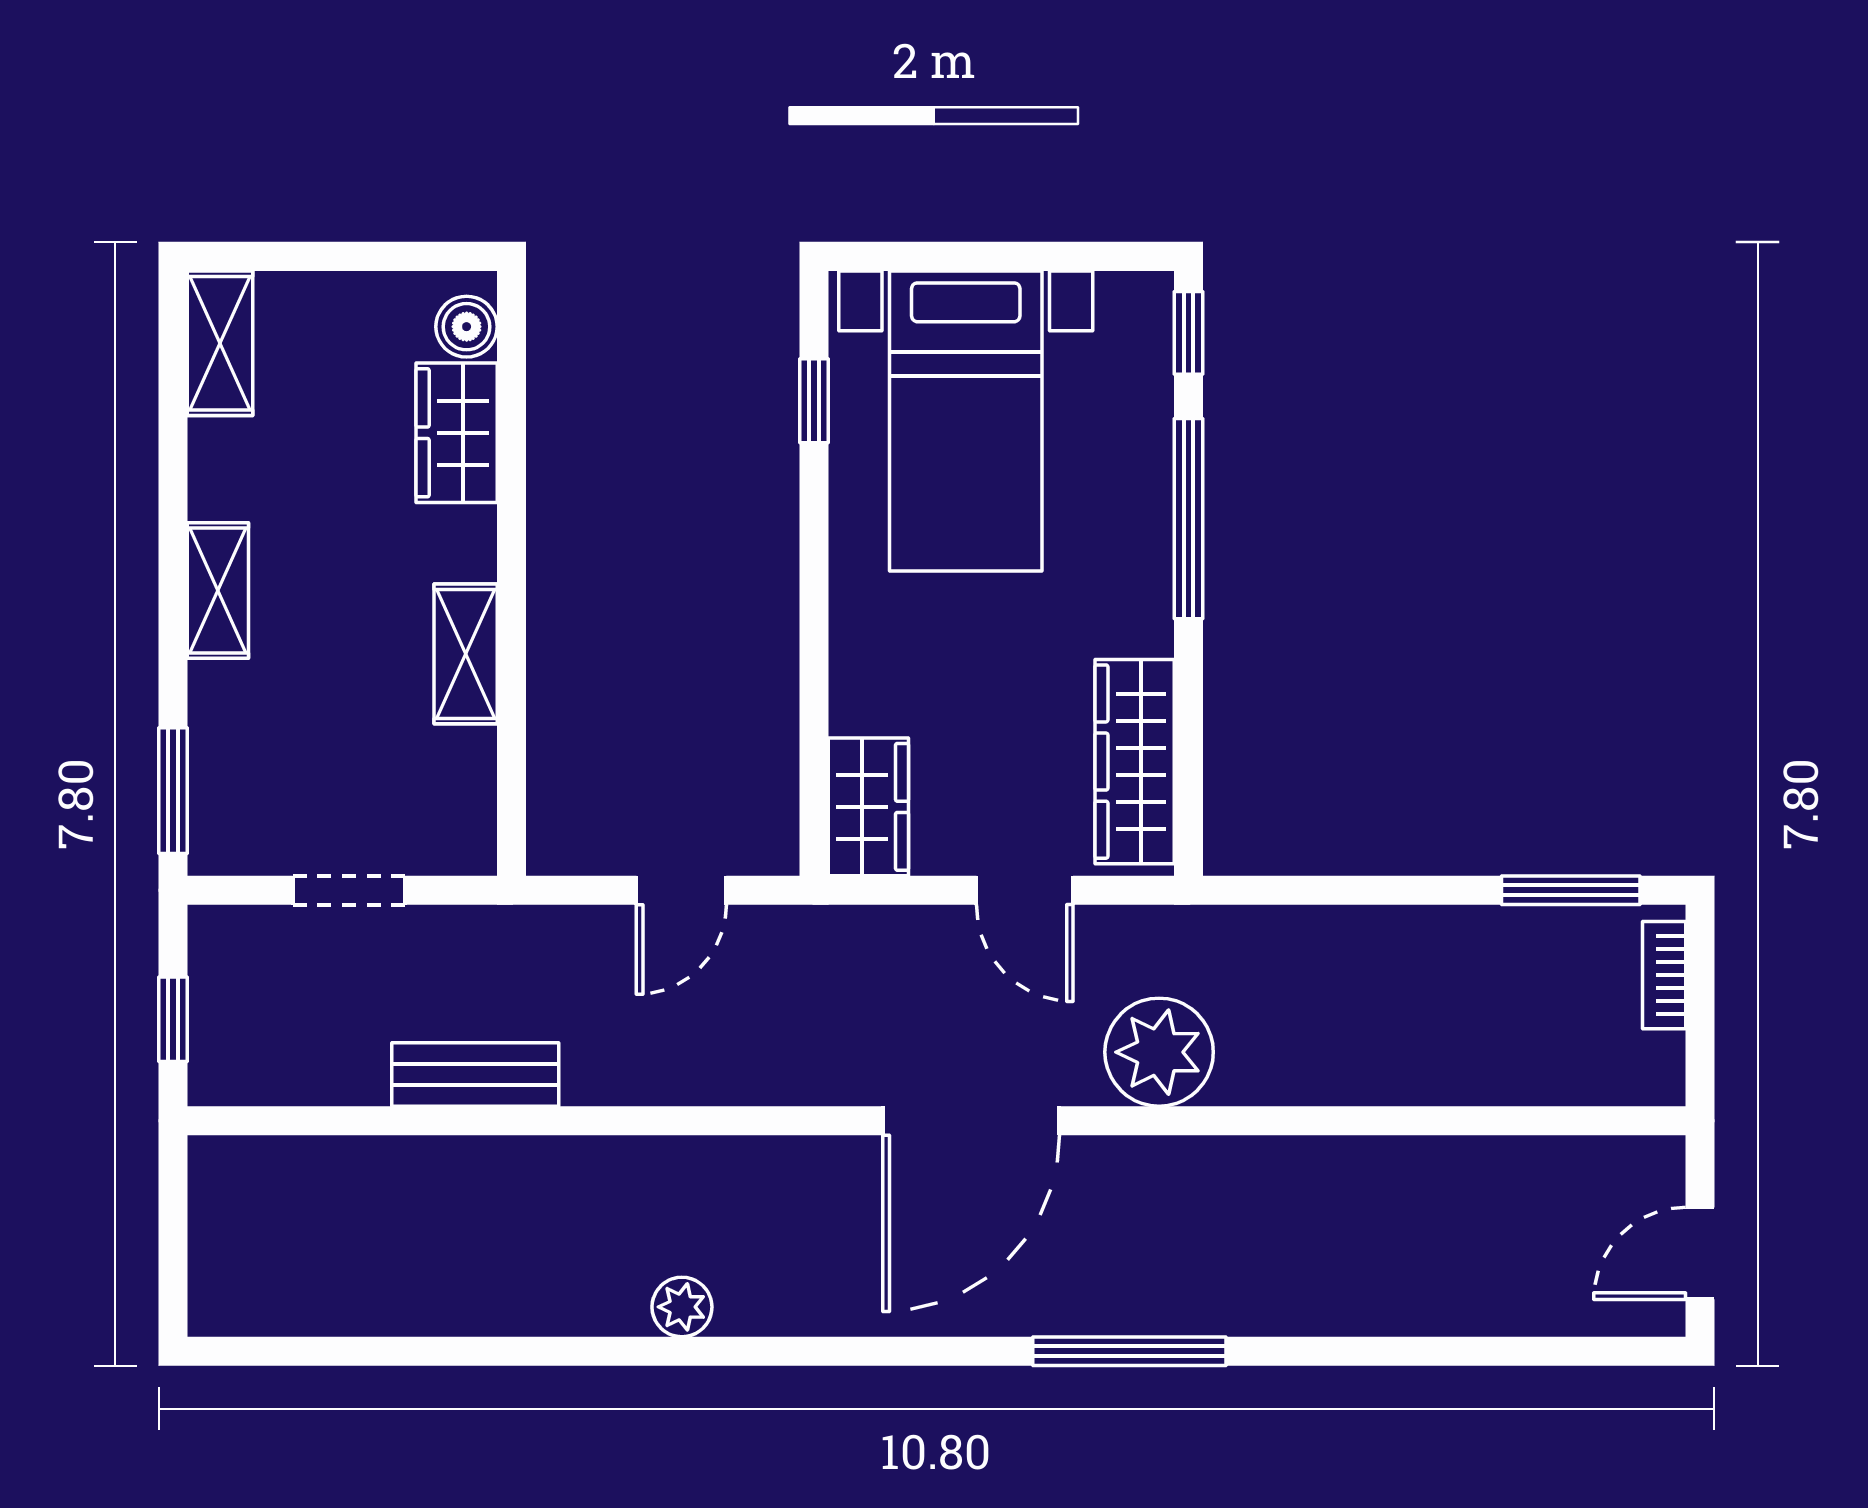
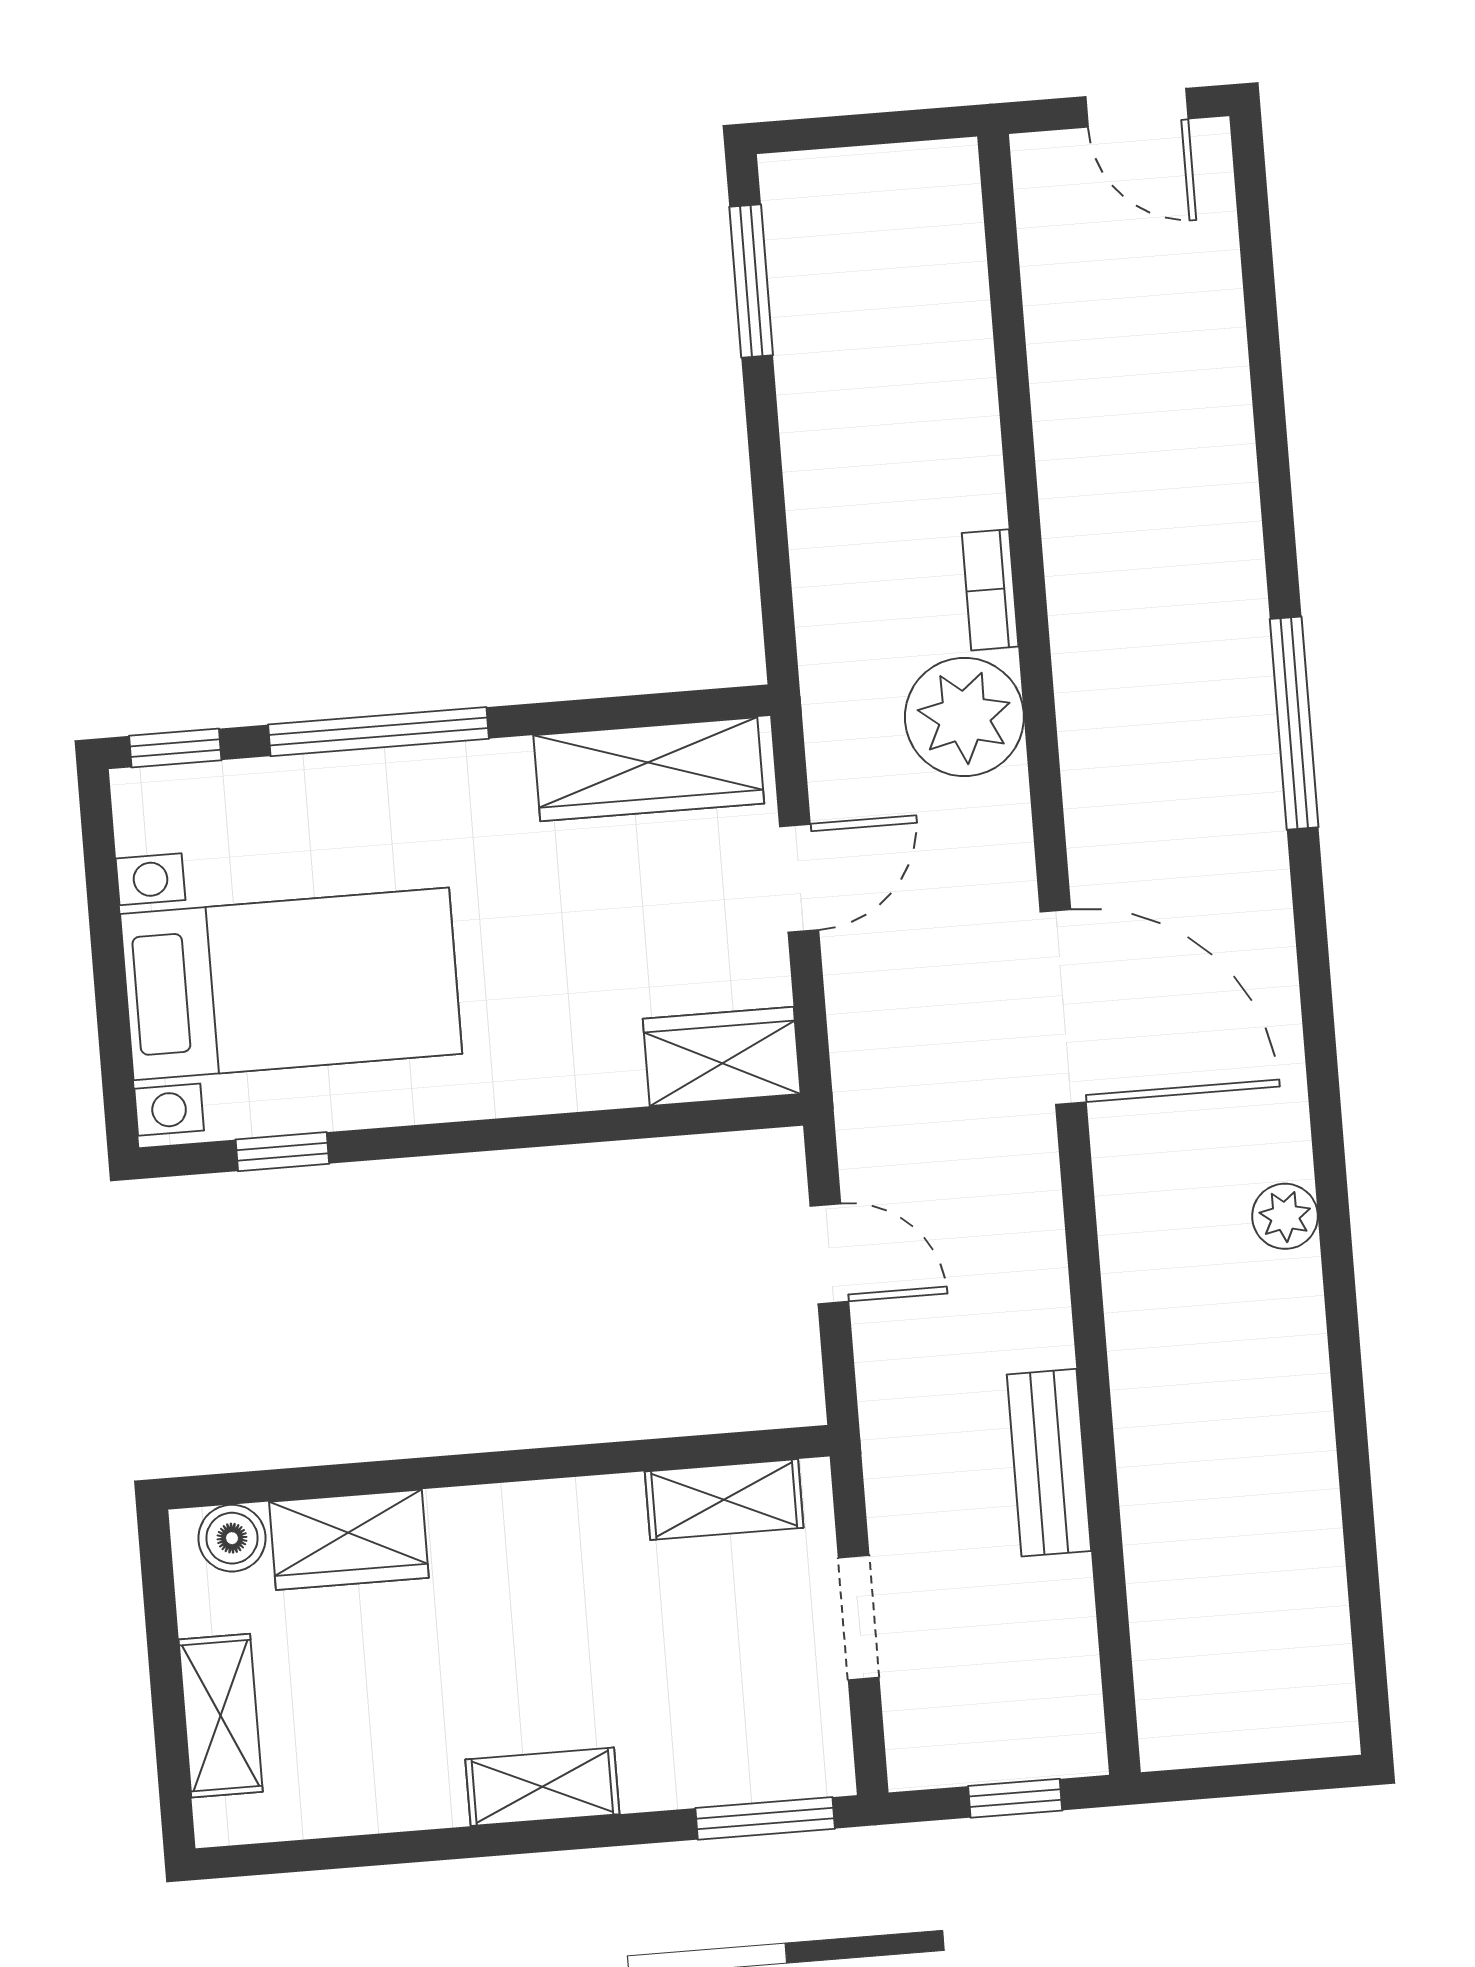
shelving: (220, 343) -> (221, 1716), moved, turned 90
shelving: (466, 654) -> (724, 1500), moved
bookcase: (1664, 975) -> (990, 590), moved, turned 90
door: (971, 1121) -> (1063, 1007), moved

